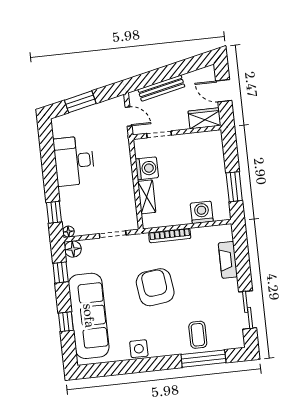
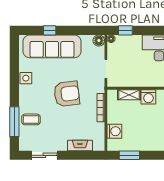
window: (61, 273) -> (84, 30), removed

